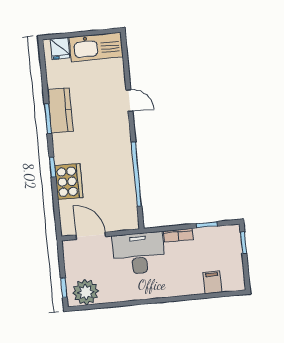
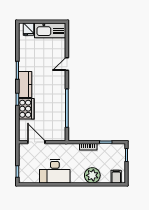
door: (129, 101) -> (67, 64), swing flipped
kitchen counter: (60, 110) -> (25, 85), moved
desk: (139, 253) -> (55, 171), moved, turned 180
filing cabinet: (212, 282) -> (116, 177), moved
plant: (86, 292) -> (92, 175), moved

